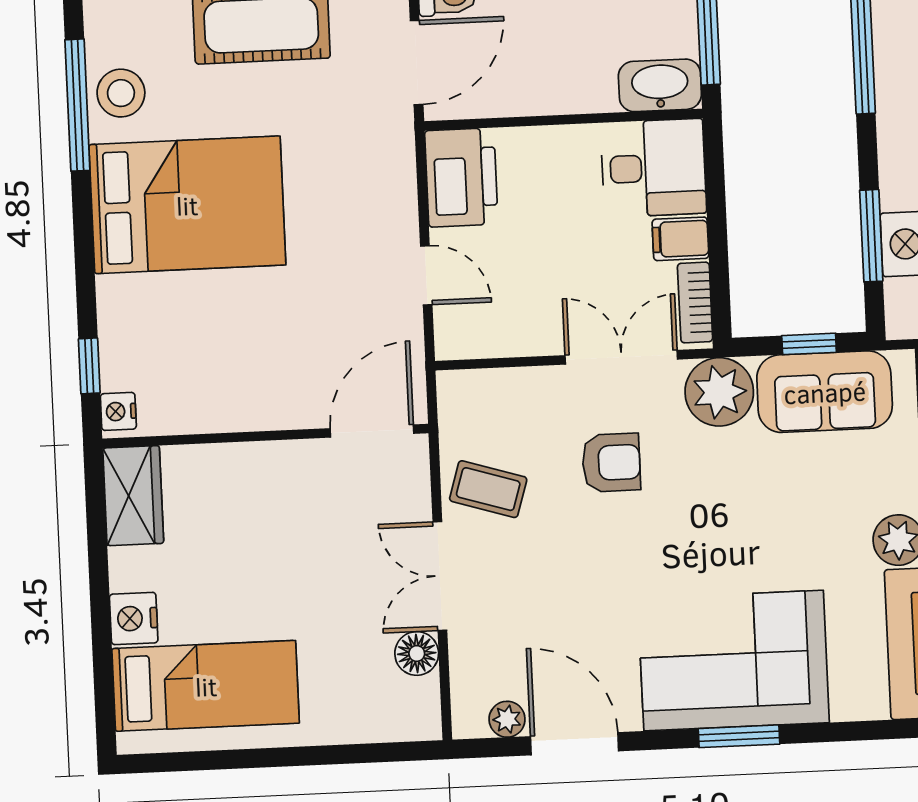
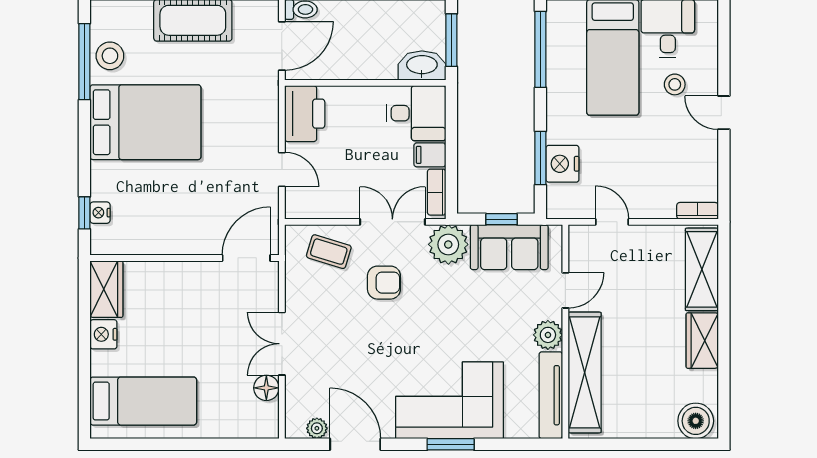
nightstand: (118, 411) -> (100, 213), moved
coffee table: (488, 489) -> (329, 252), moved
nightstand: (134, 618) -> (103, 334), moved

